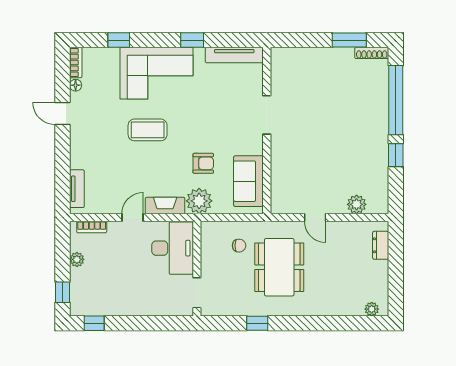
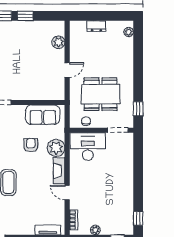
dresser: (381, 245) -> (96, 26), moved
desk: (173, 248) -> (88, 146), moved
wall: (197, 269) -> (101, 130), moved
doorway: (197, 293) -> (118, 130), moved

